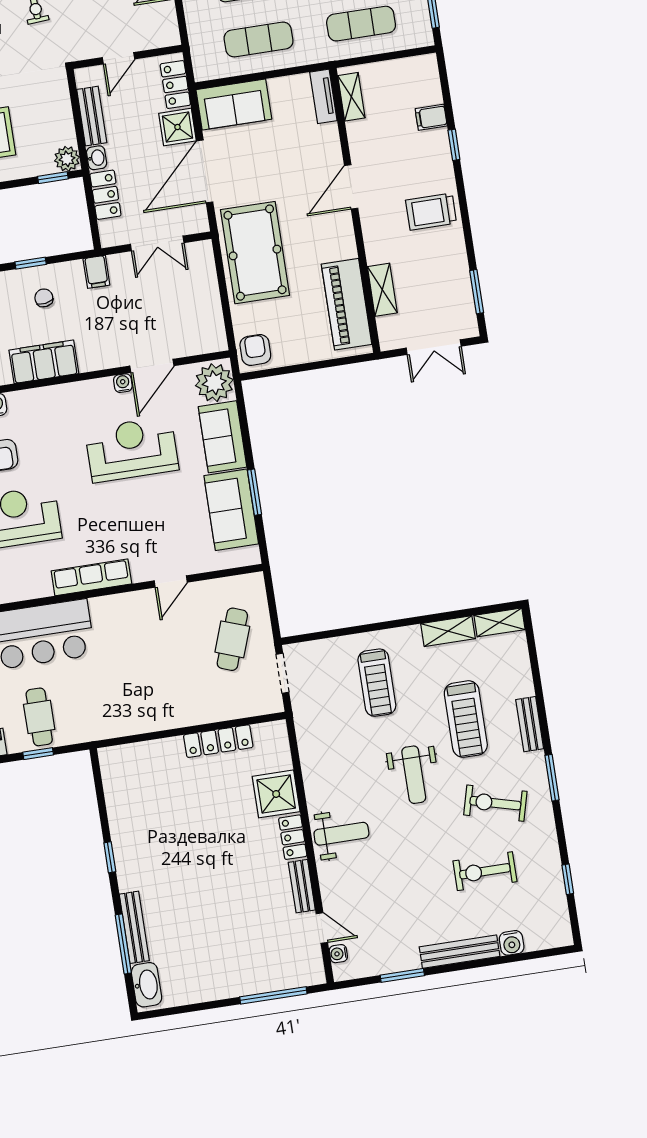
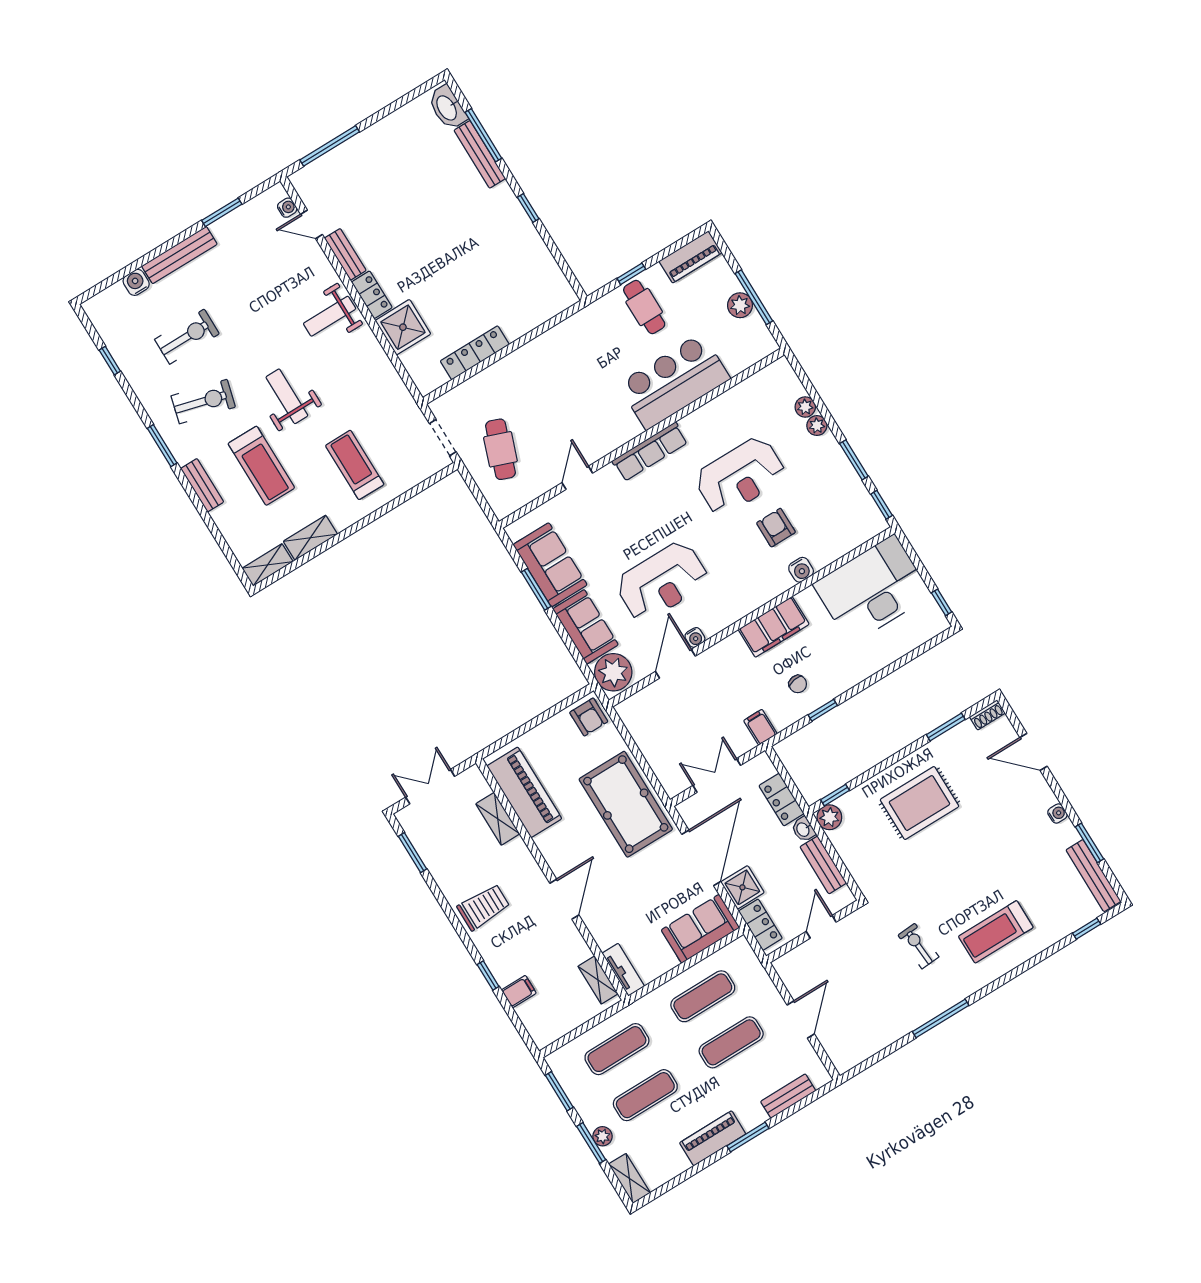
treadmill: (466, 719) -> (261, 466), turned 180

